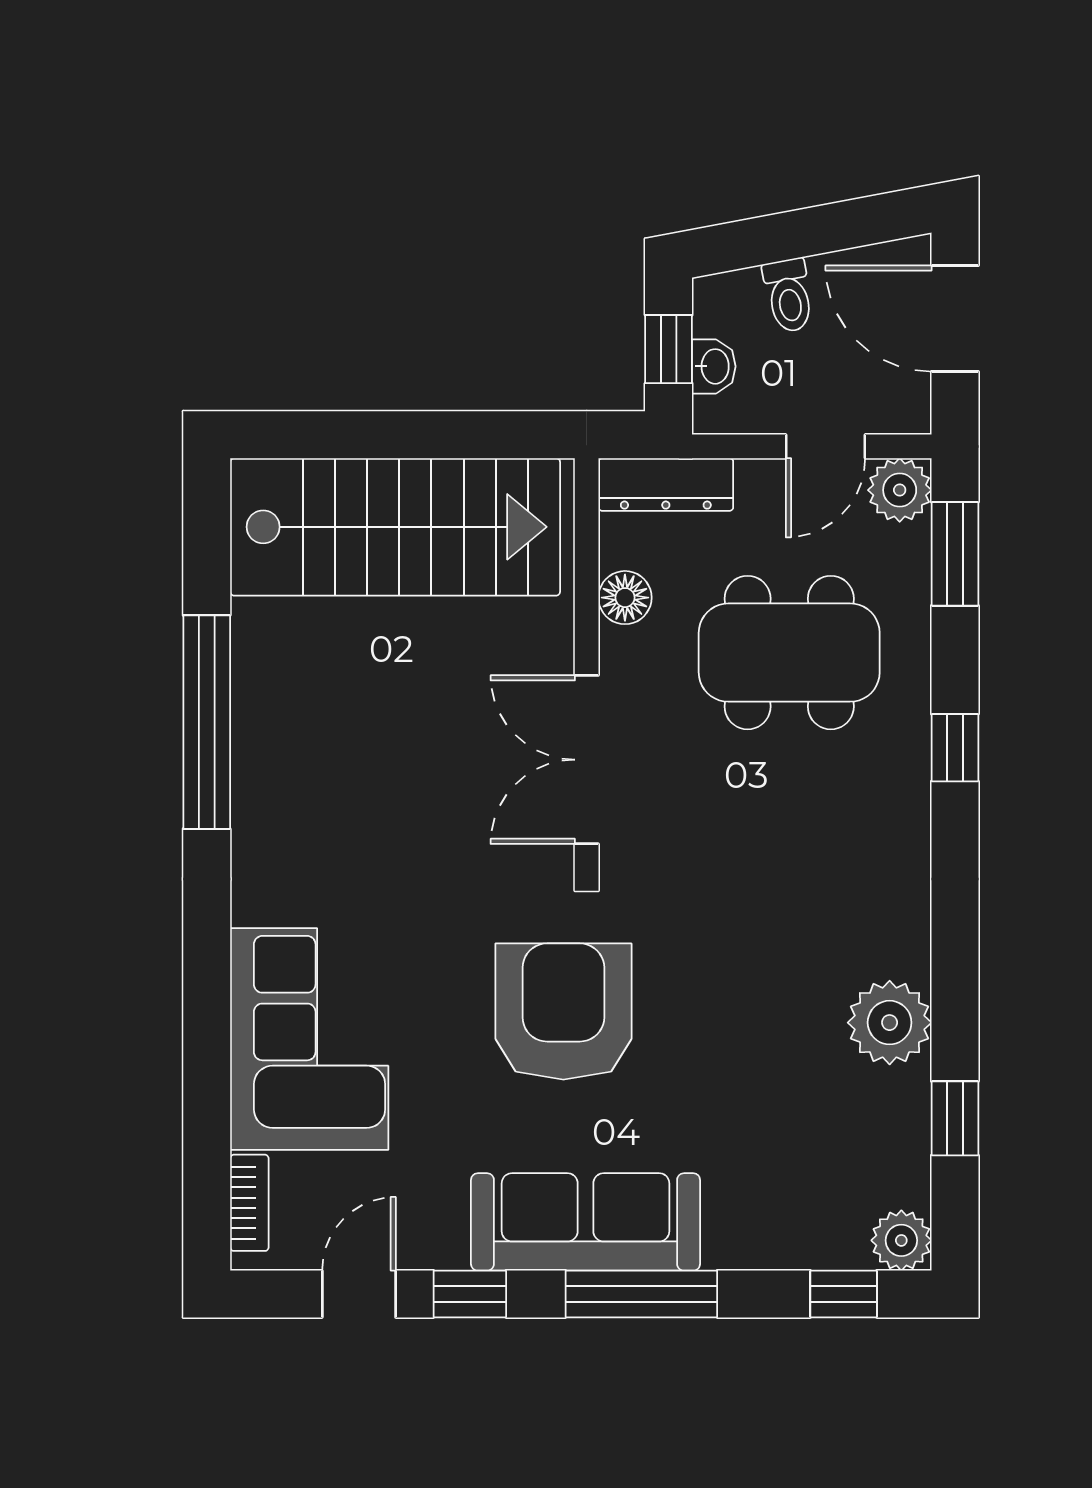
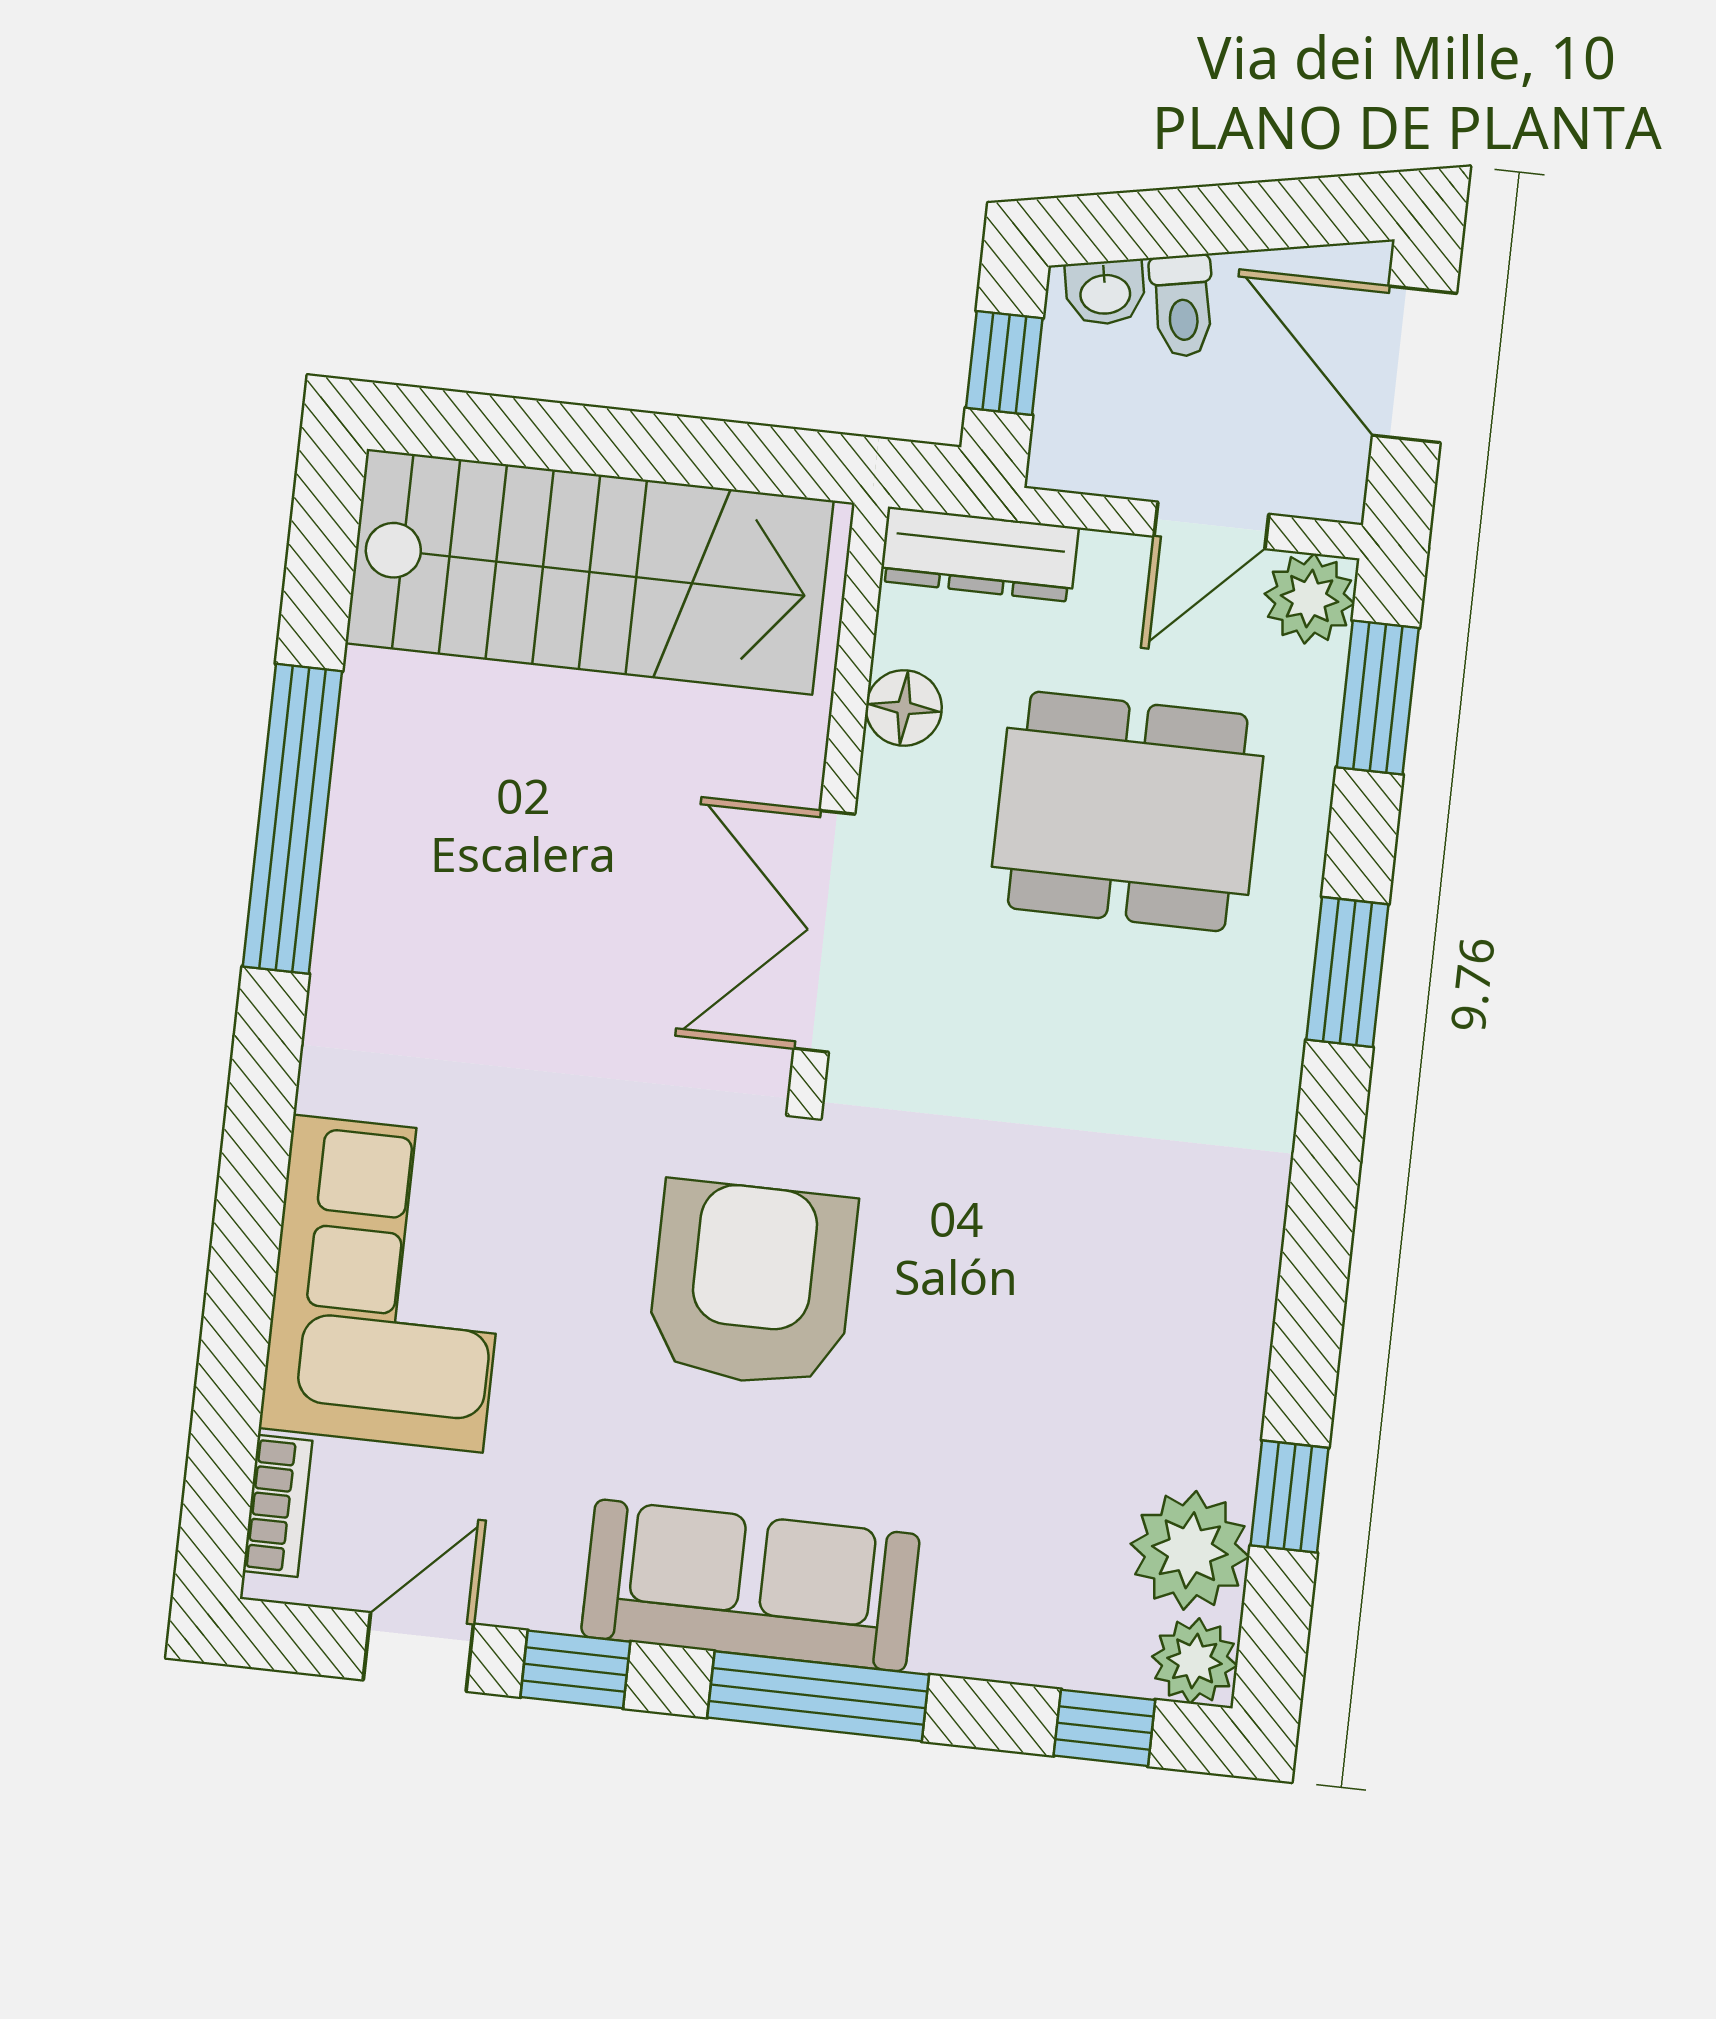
washbasin: (714, 366) -> (1105, 292), moved, turned 79
window: (955, 748) -> (1347, 972), width x1.50
plant: (890, 1023) -> (1190, 1550), moved

